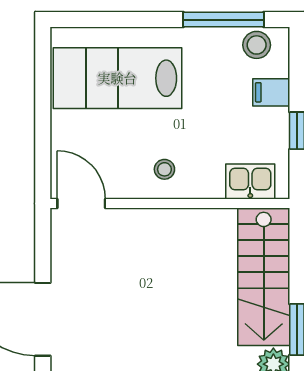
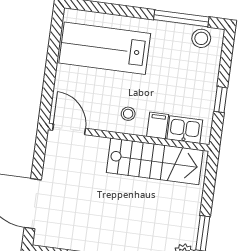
filing cabinet: (271, 92) -> (158, 126), moved, turned 90
stairs: (264, 277) -> (155, 161), moved, turned -90

